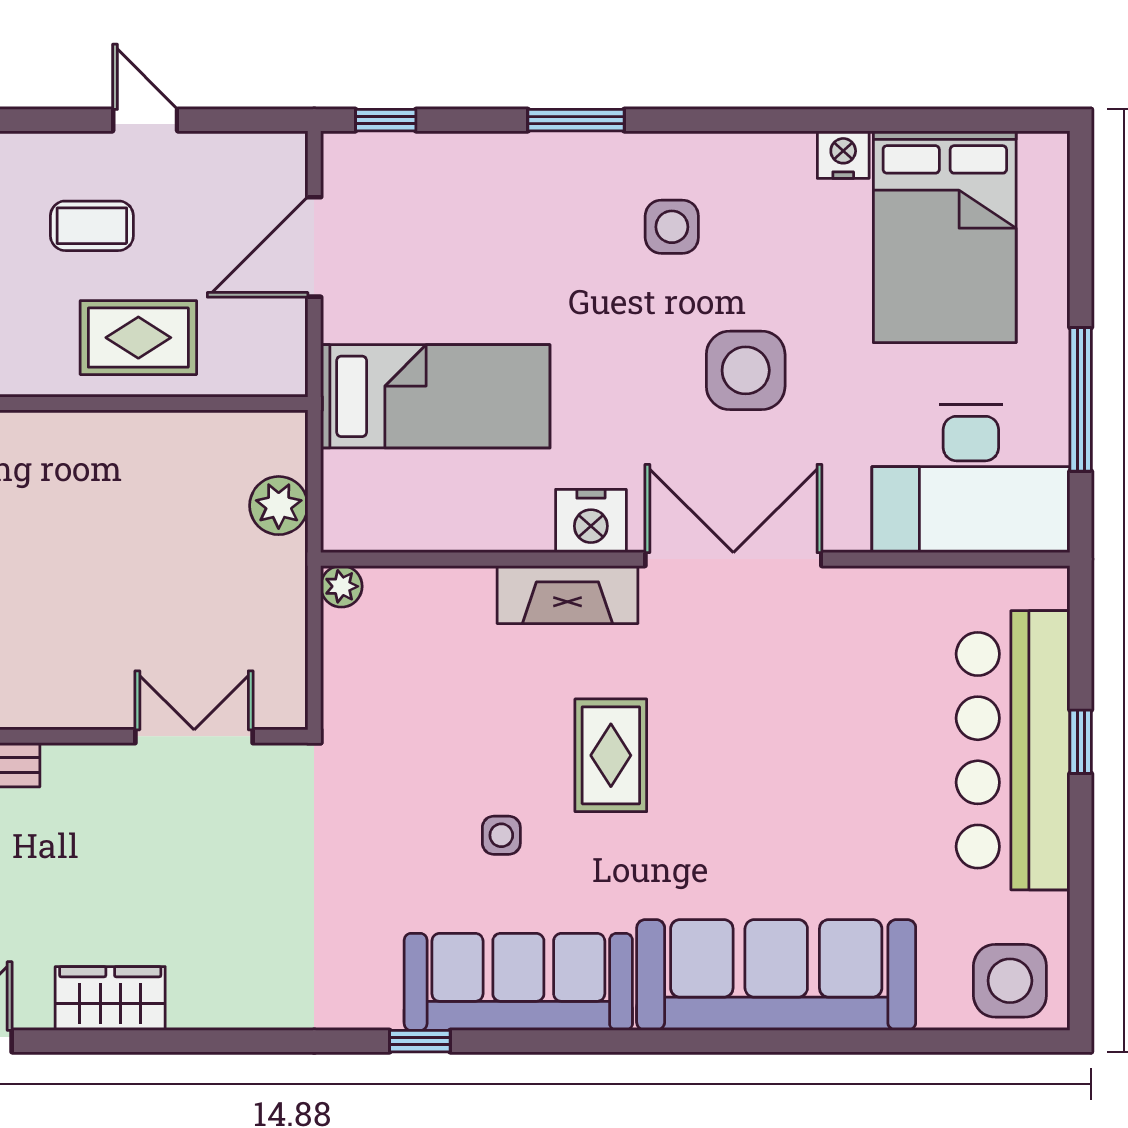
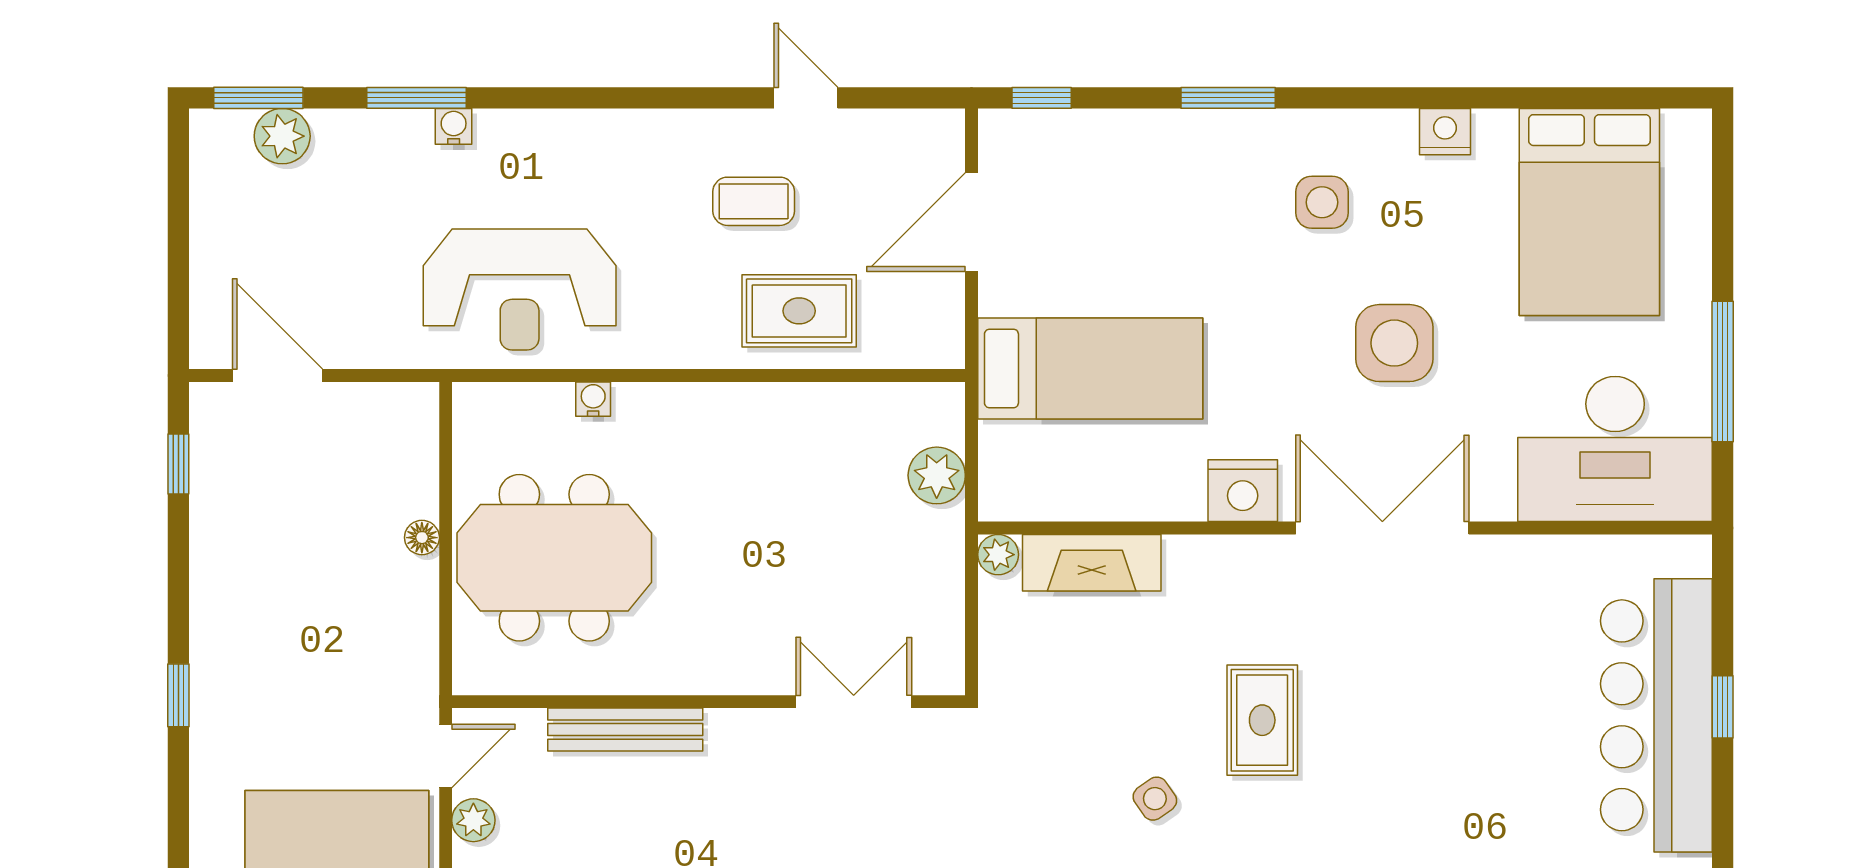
nightstand: (843, 155) -> (1445, 132), moved
fireplace: (567, 595) -> (1092, 563), moved
side table: (501, 835) -> (1155, 799), turned -35

